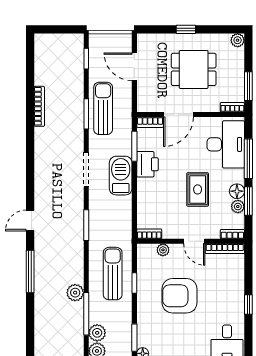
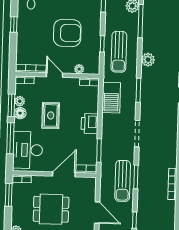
printer: (147, 164) -> (90, 124), moved
barbecue: (121, 176) -> (111, 98), moved
plant: (75, 293) -> (148, 60), moved

